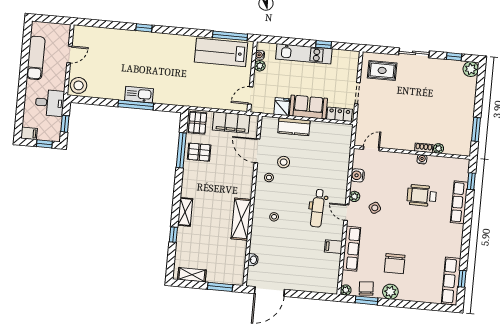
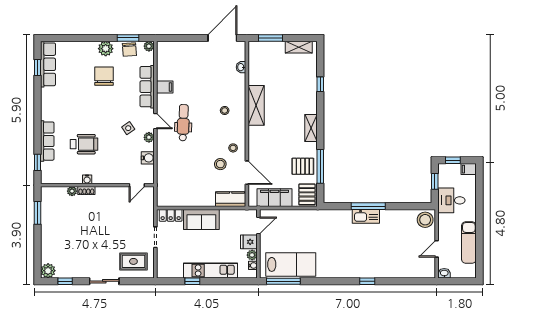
washbasin: (64, 29) -> (444, 273), added
fridge: (282, 107) -> (249, 242), moved, turned 90
kitchen counter: (294, 127) -> (231, 199), moved
shelving: (185, 212) -> (311, 128), moved

